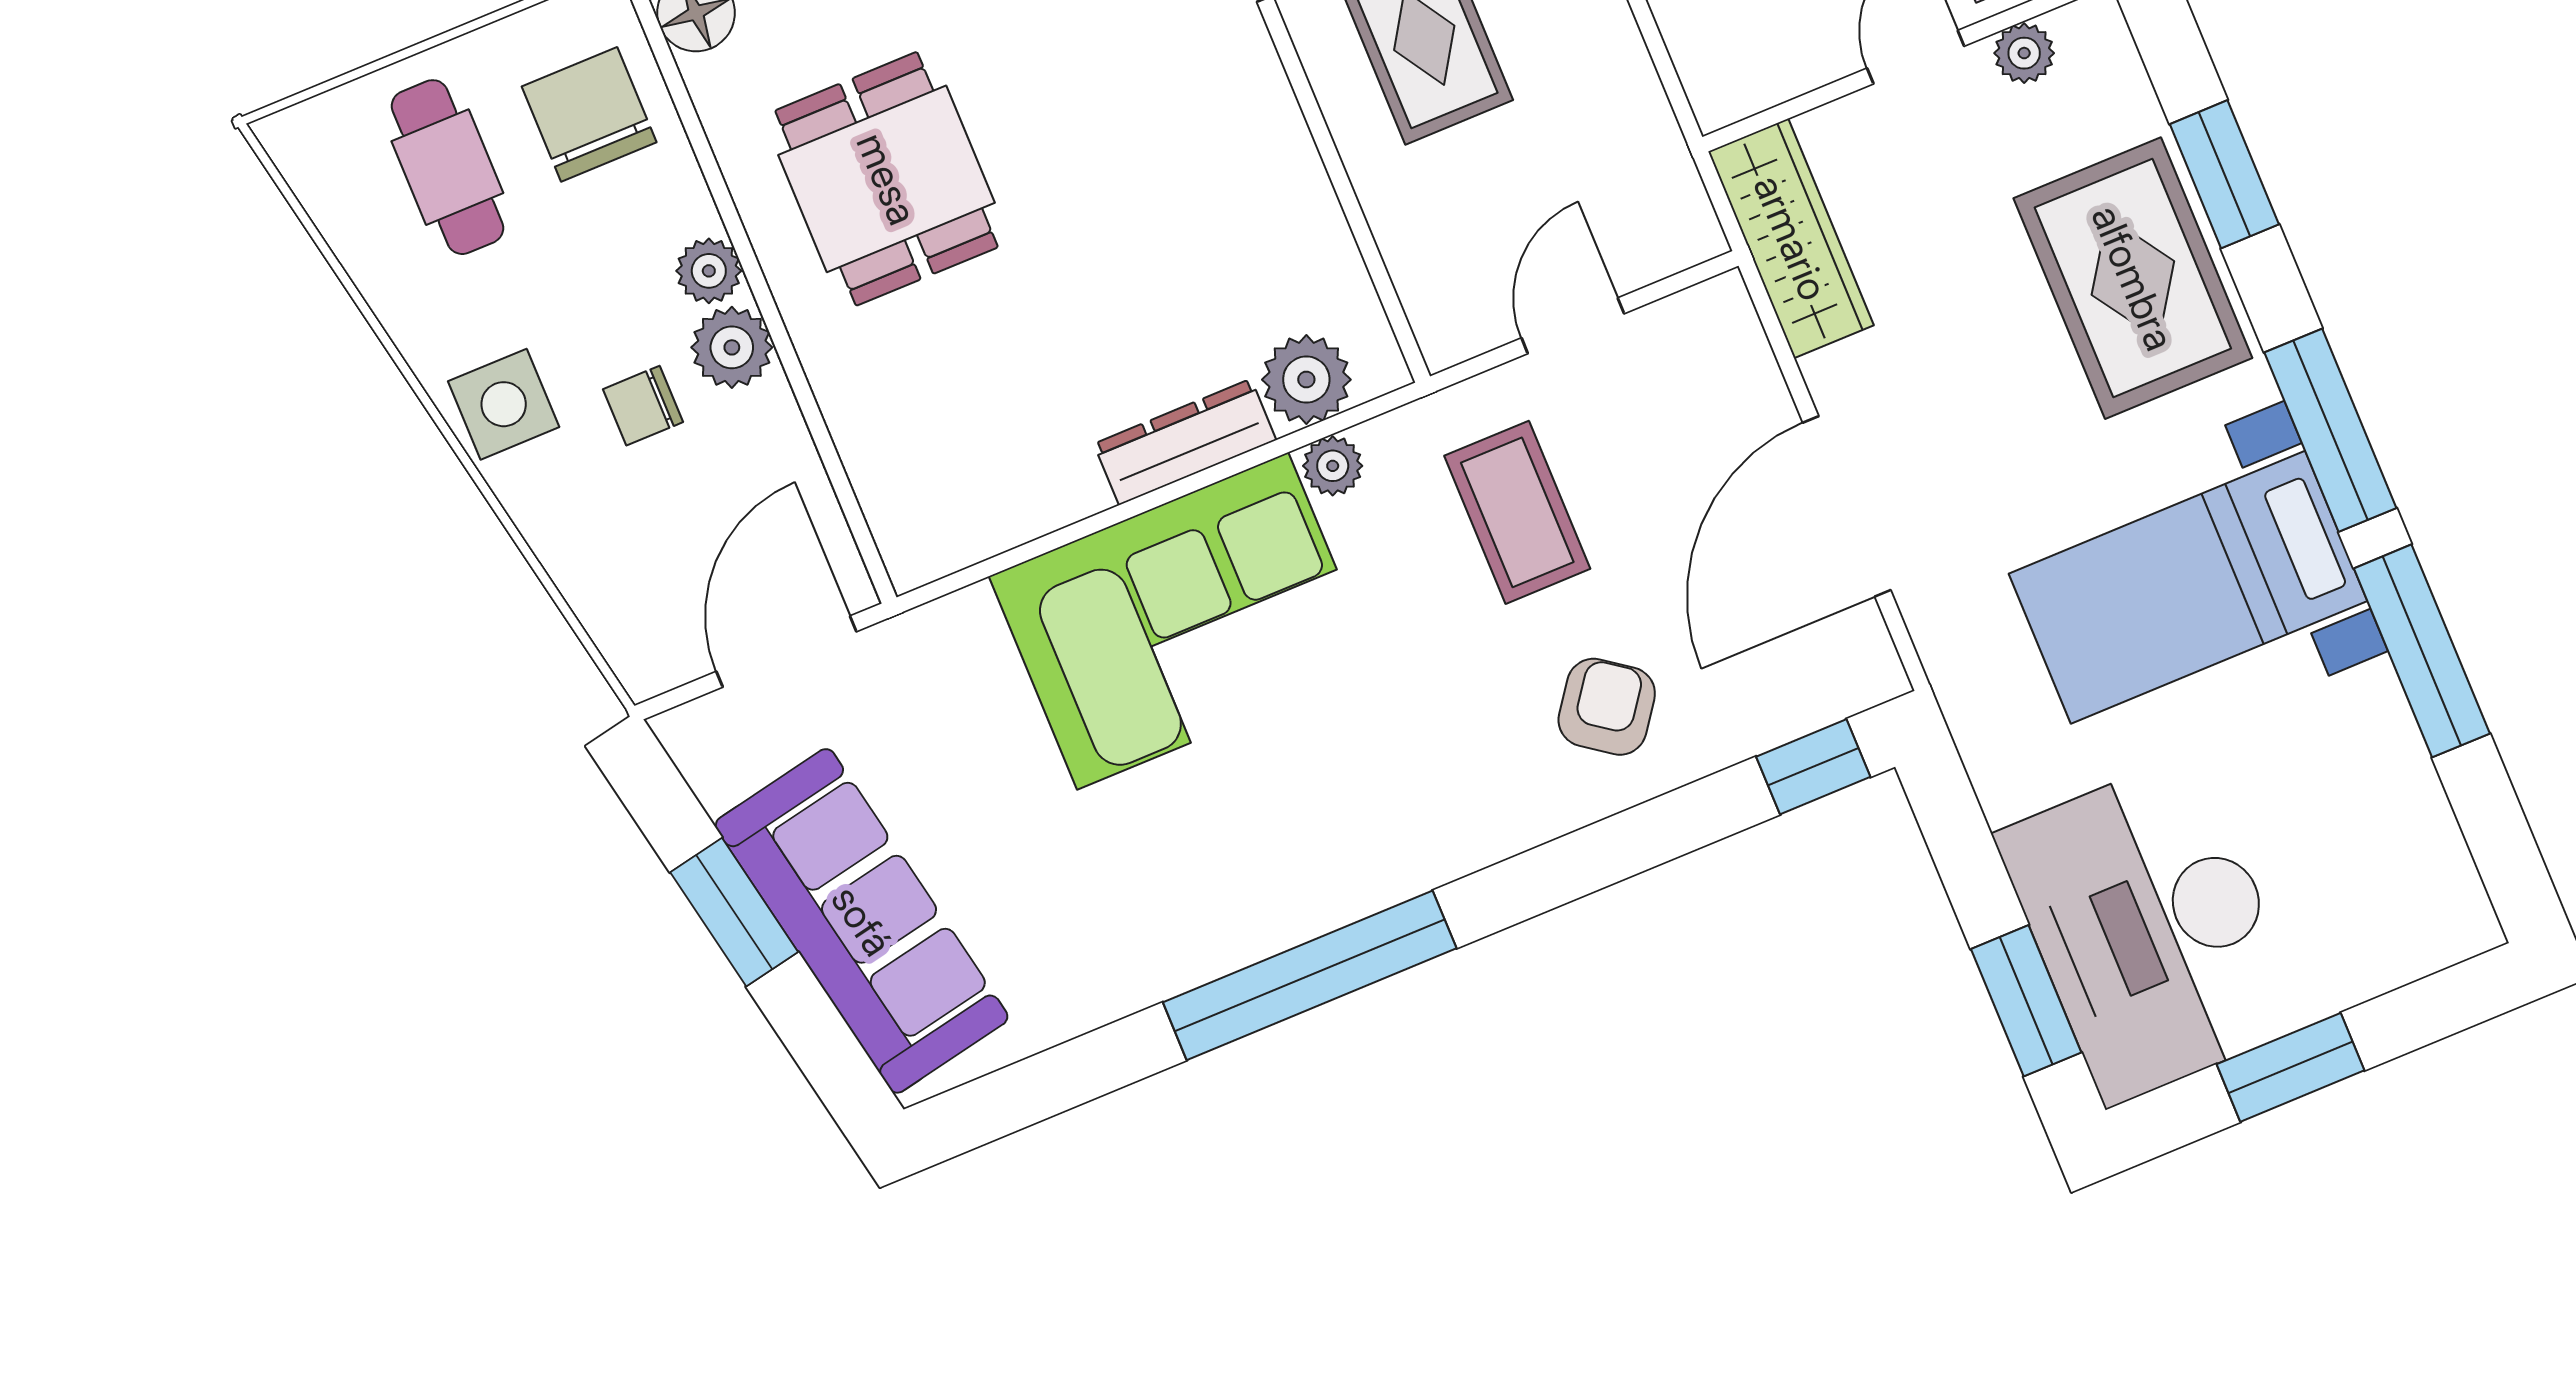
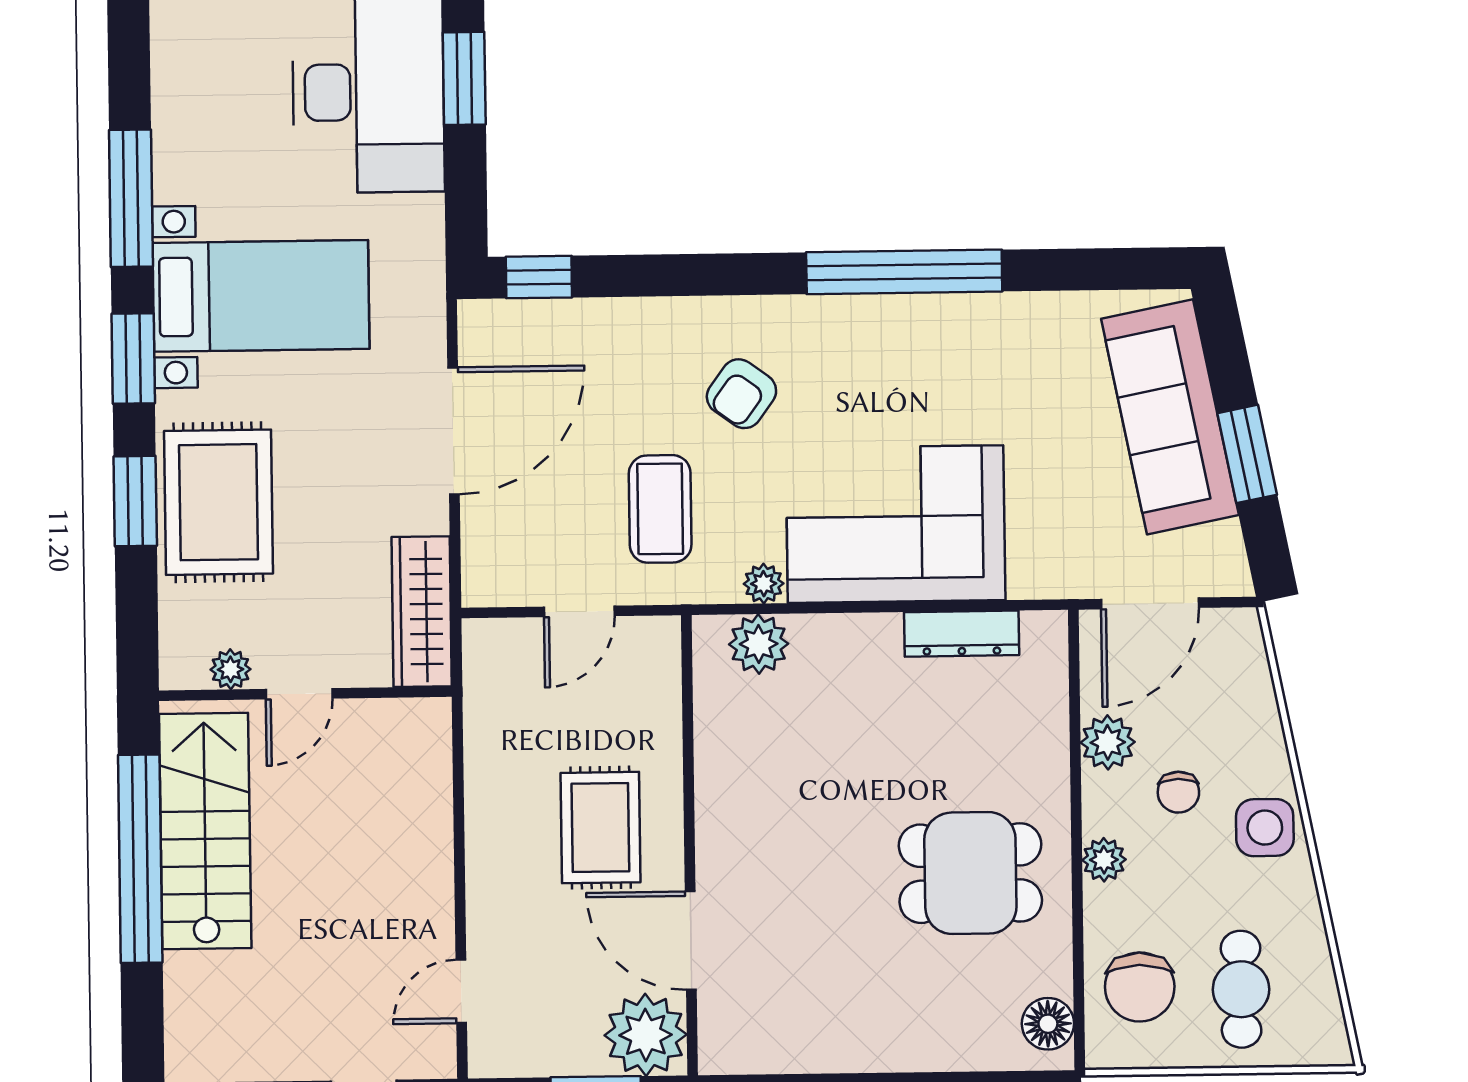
window: (2224, 174) -> (135, 501), moved
dining table: (887, 179) -> (970, 873), turned 90
plant: (732, 347) -> (1108, 742), moved
chair: (643, 406) -> (1178, 792), turned 90
window: (2330, 430) -> (133, 358), width x0.69
dresser: (1185, 442) -> (962, 634), moved
armchair: (1607, 707) -> (741, 394), moved

